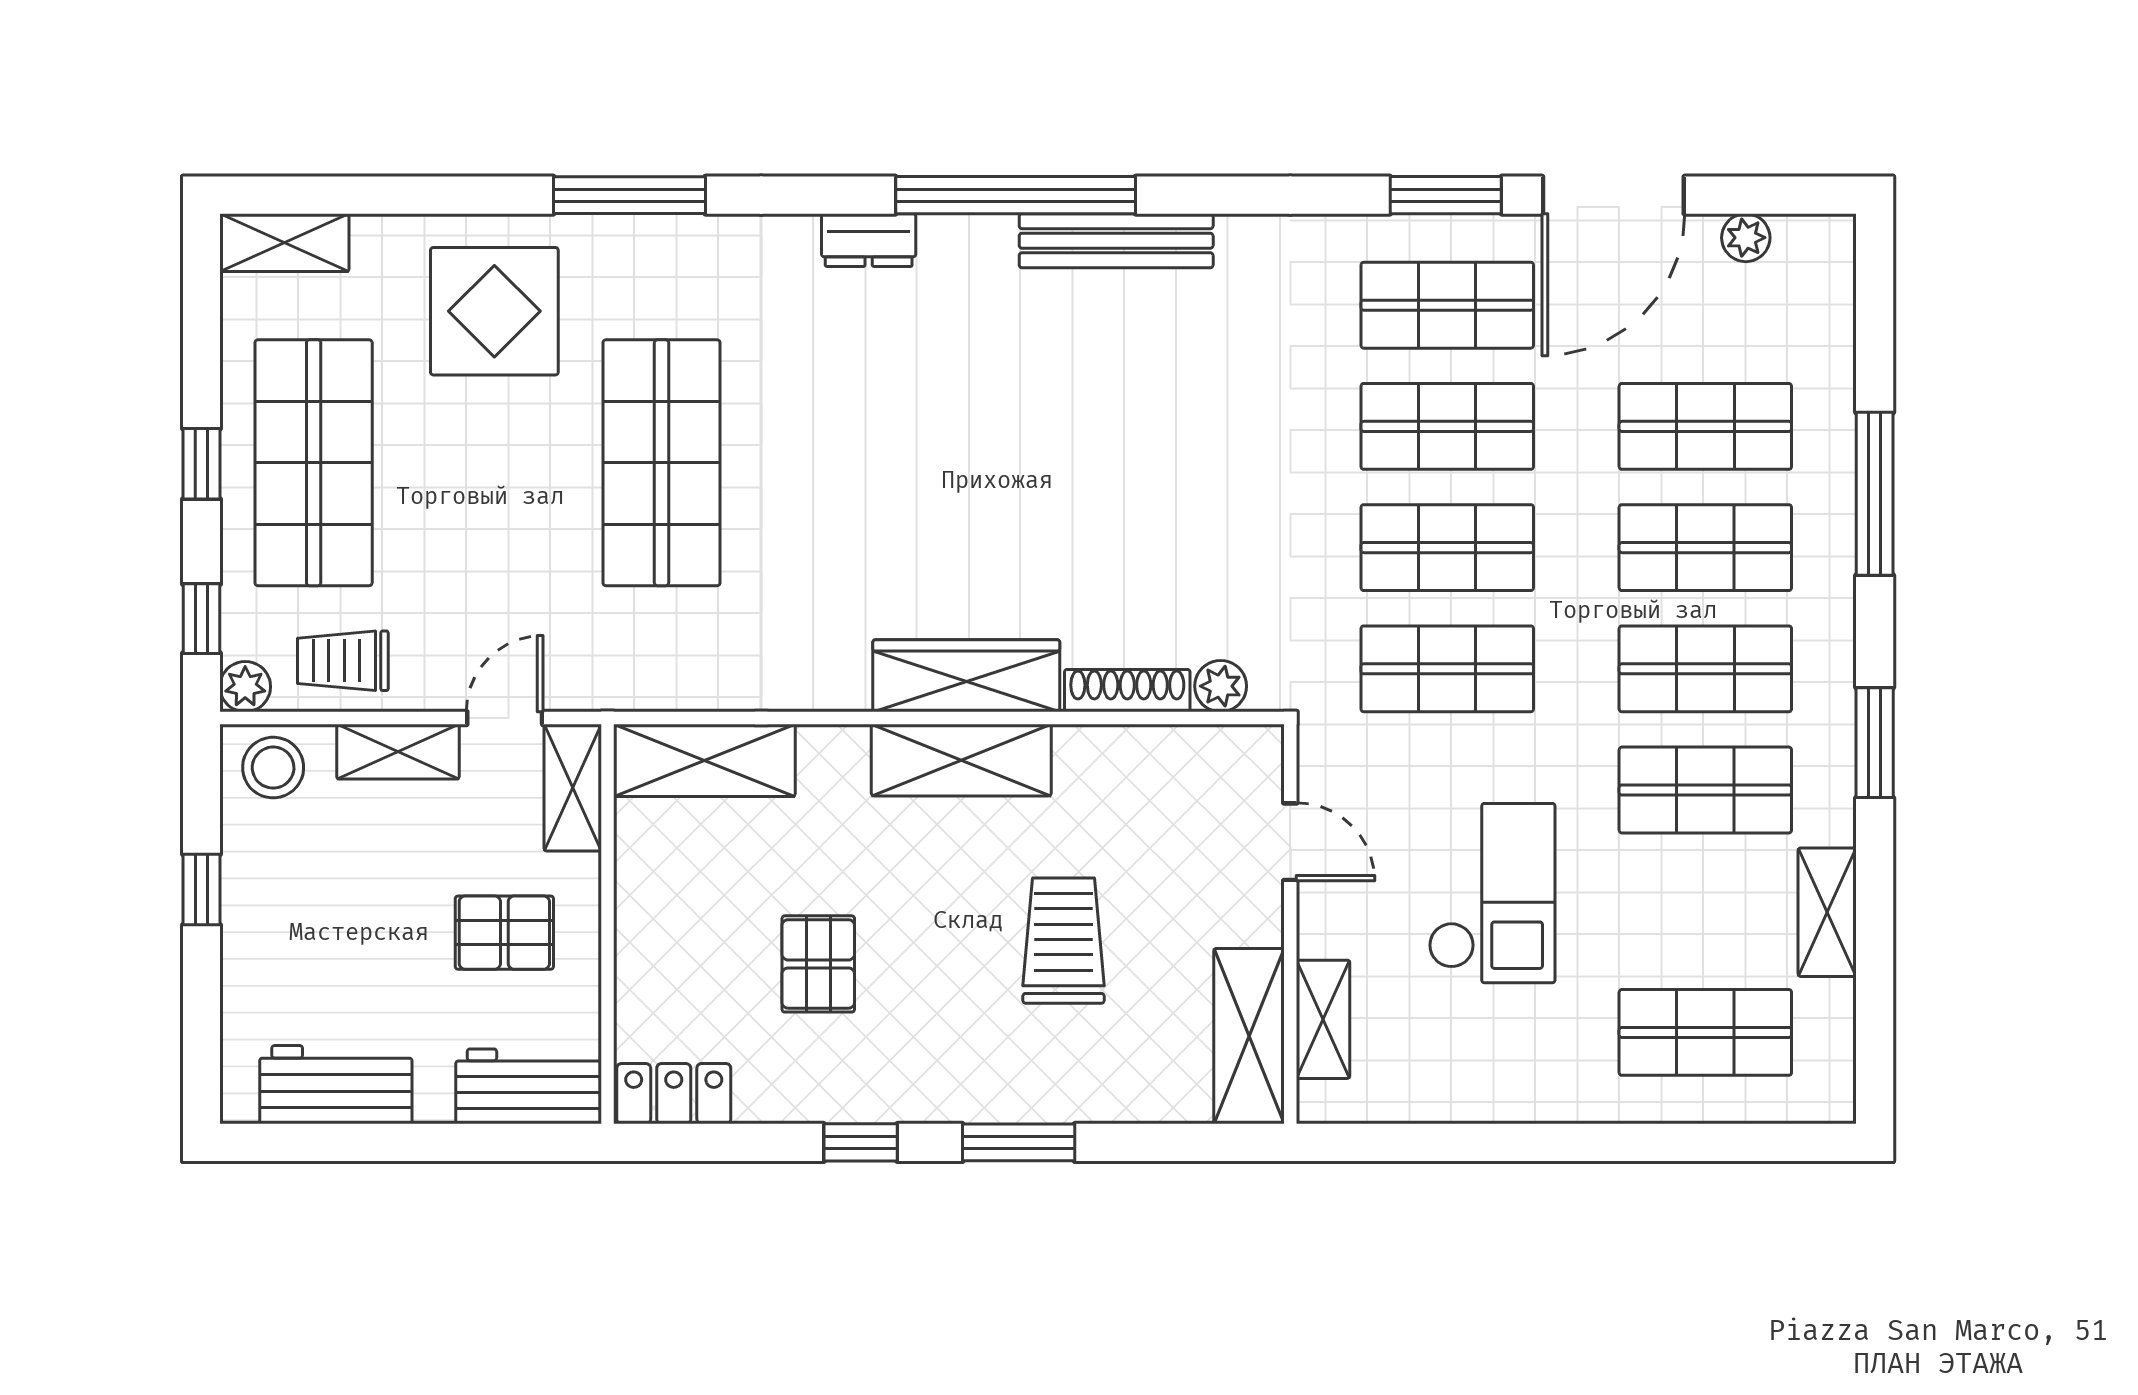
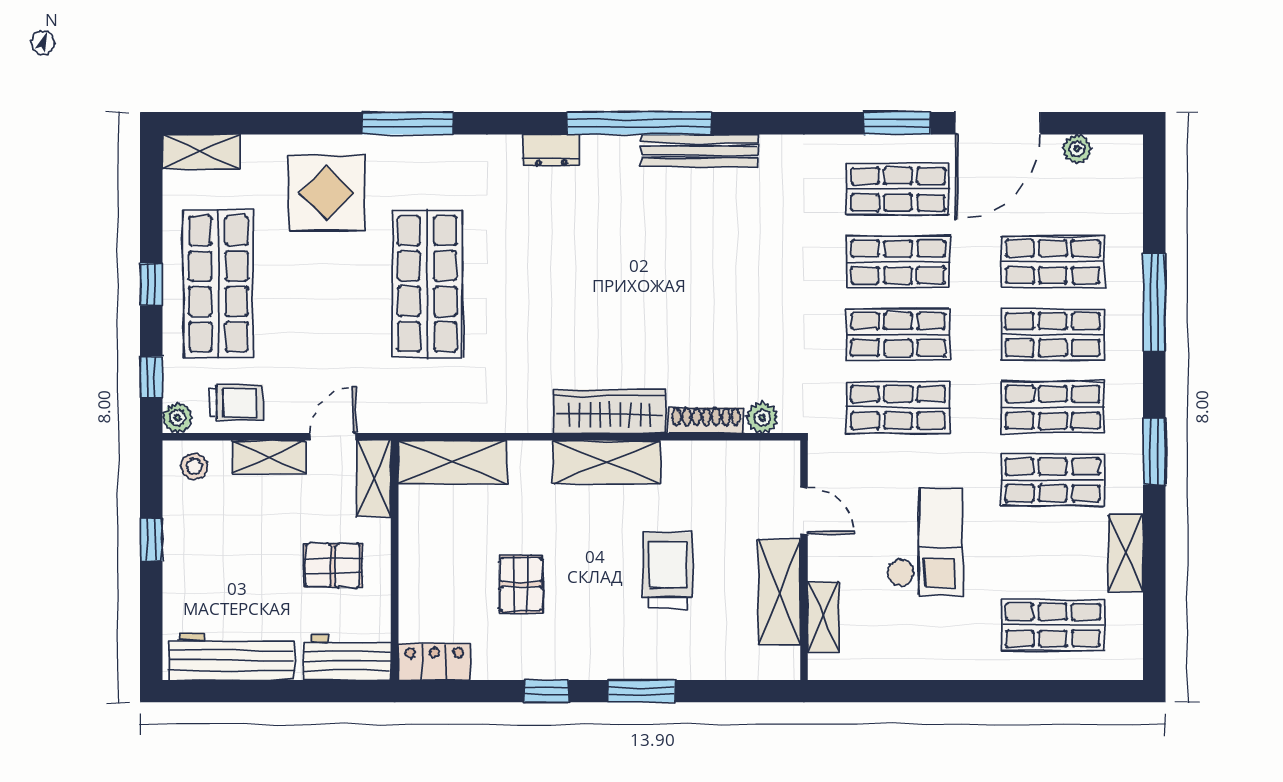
trolley: (343, 661) -> (236, 402), turned 180
stool: (273, 768) -> (194, 466), width x0.73, depth x0.73
shelving: (1249, 1036) -> (779, 592), moved
workbench: (336, 1085) -> (232, 657), width x1.38

